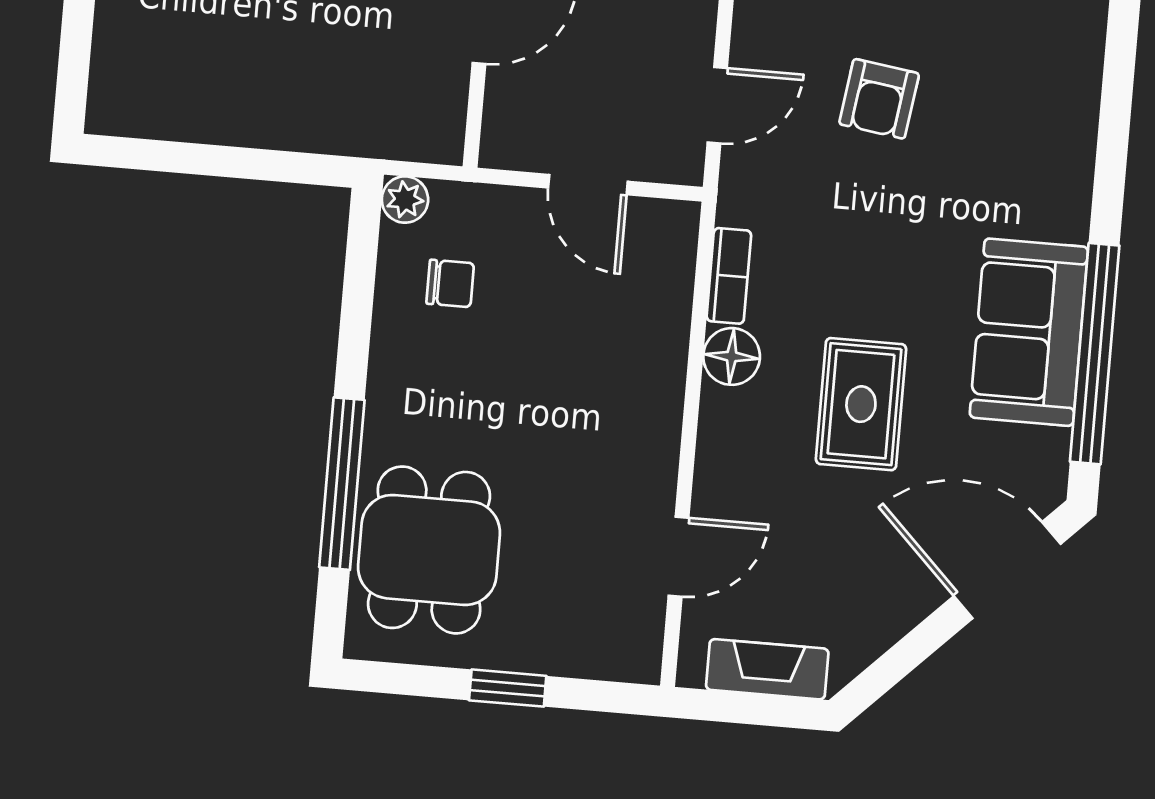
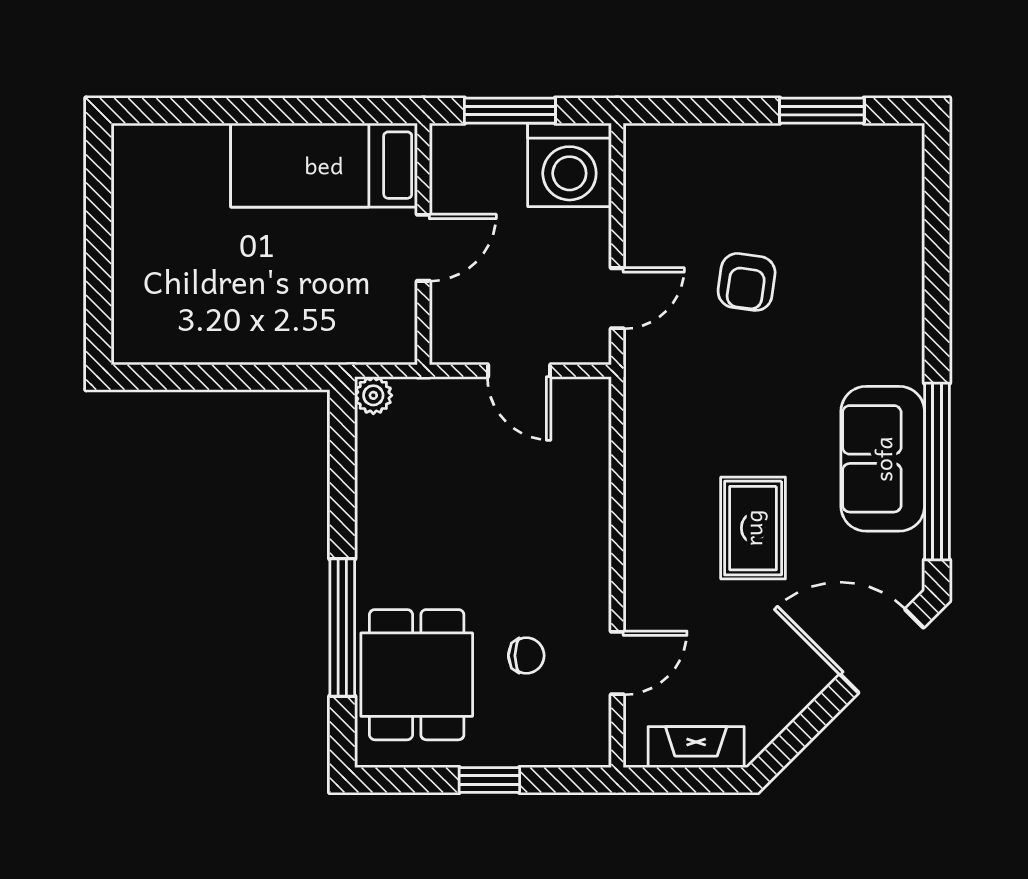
bookcase: (729, 276) -> (638, 434), removed
chair: (450, 283) -> (526, 656), moved
floor lamp: (732, 356) -> (646, 499), removed

